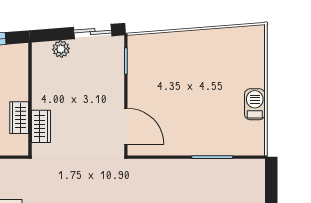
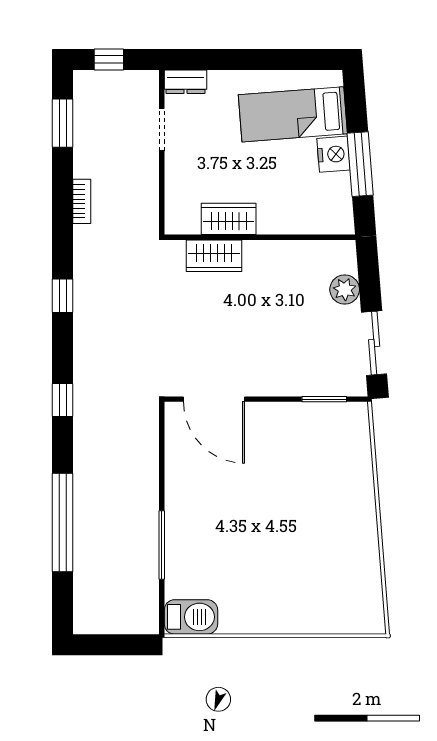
barbecue: (255, 104) -> (191, 617), moved
door: (126, 126) -> (214, 399), hinge flipped

